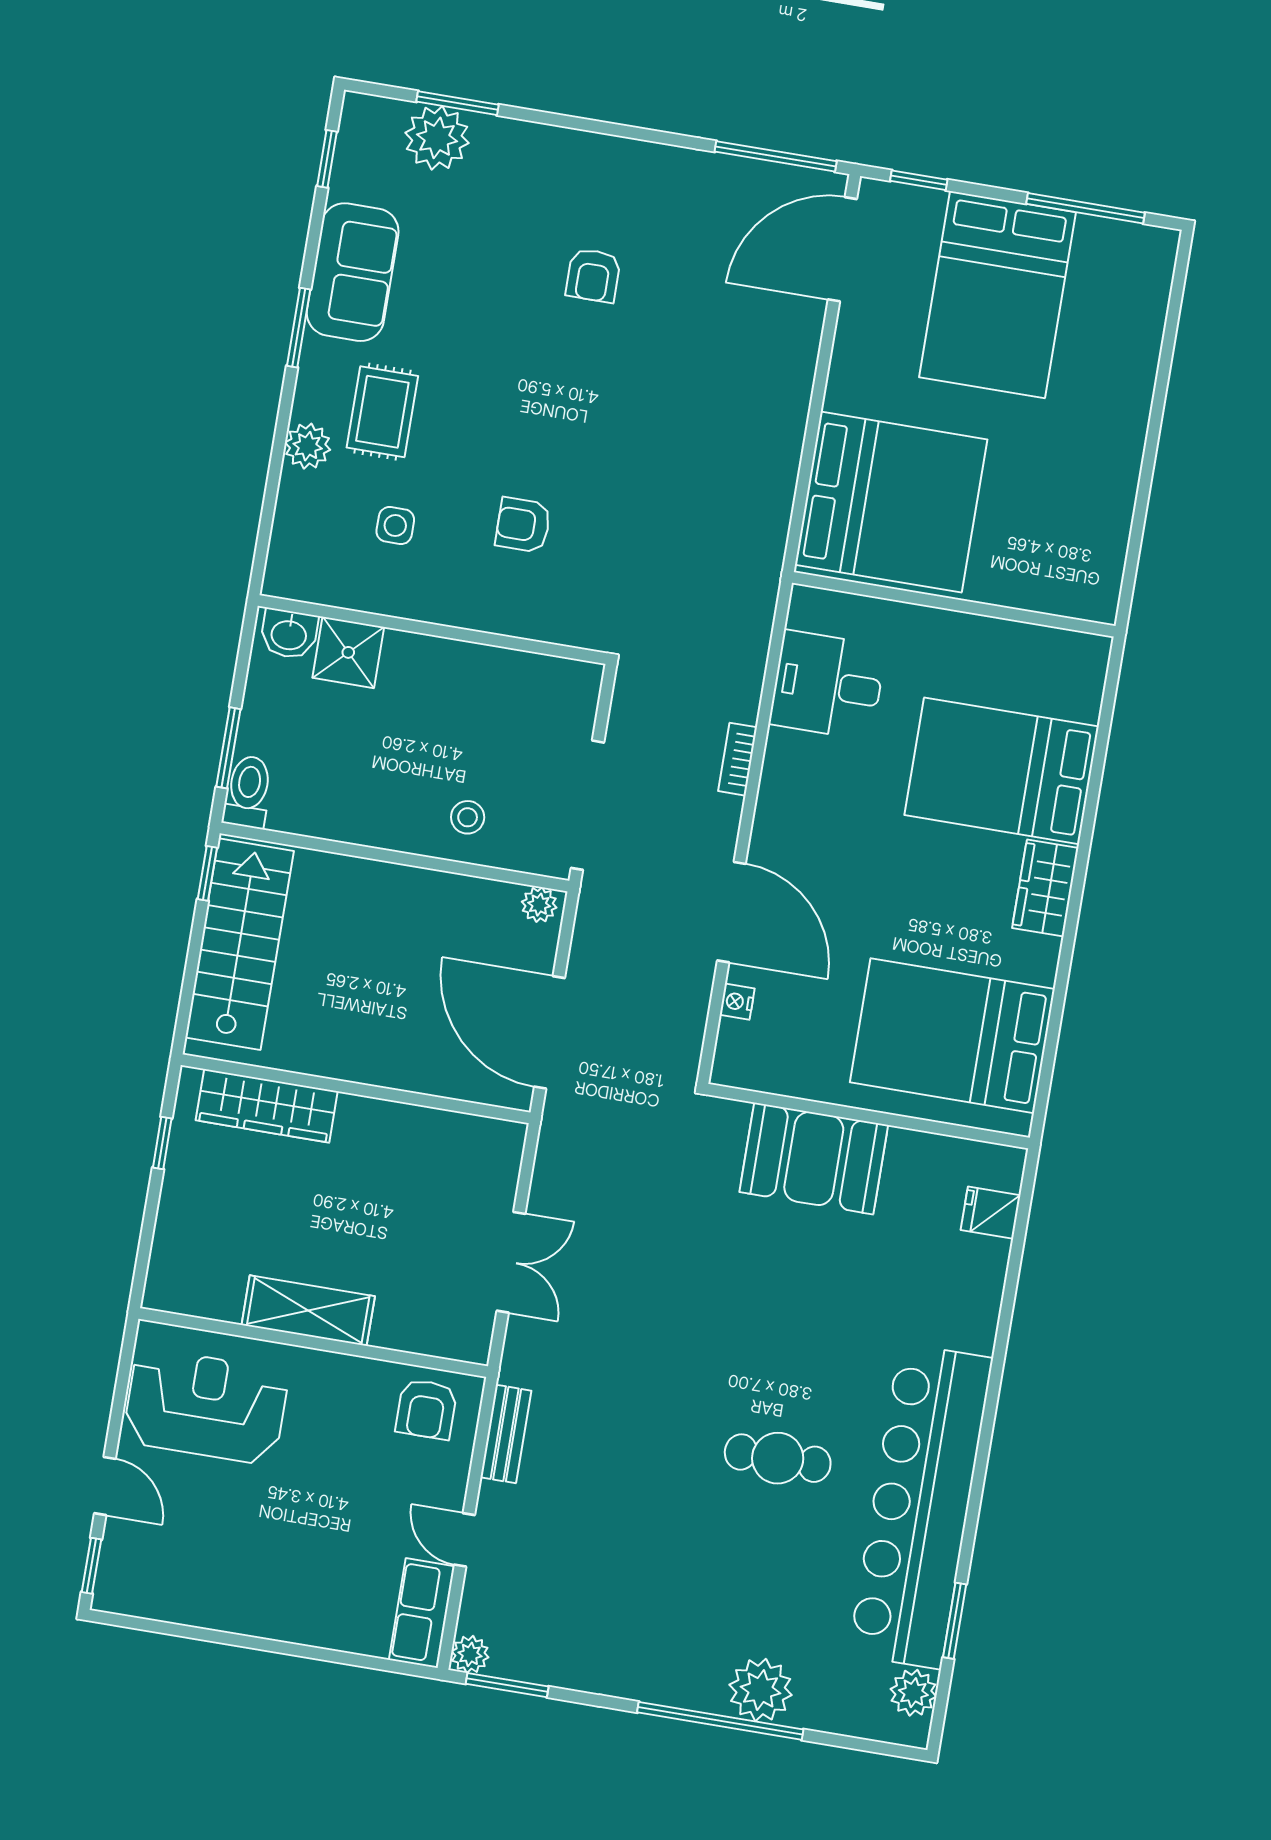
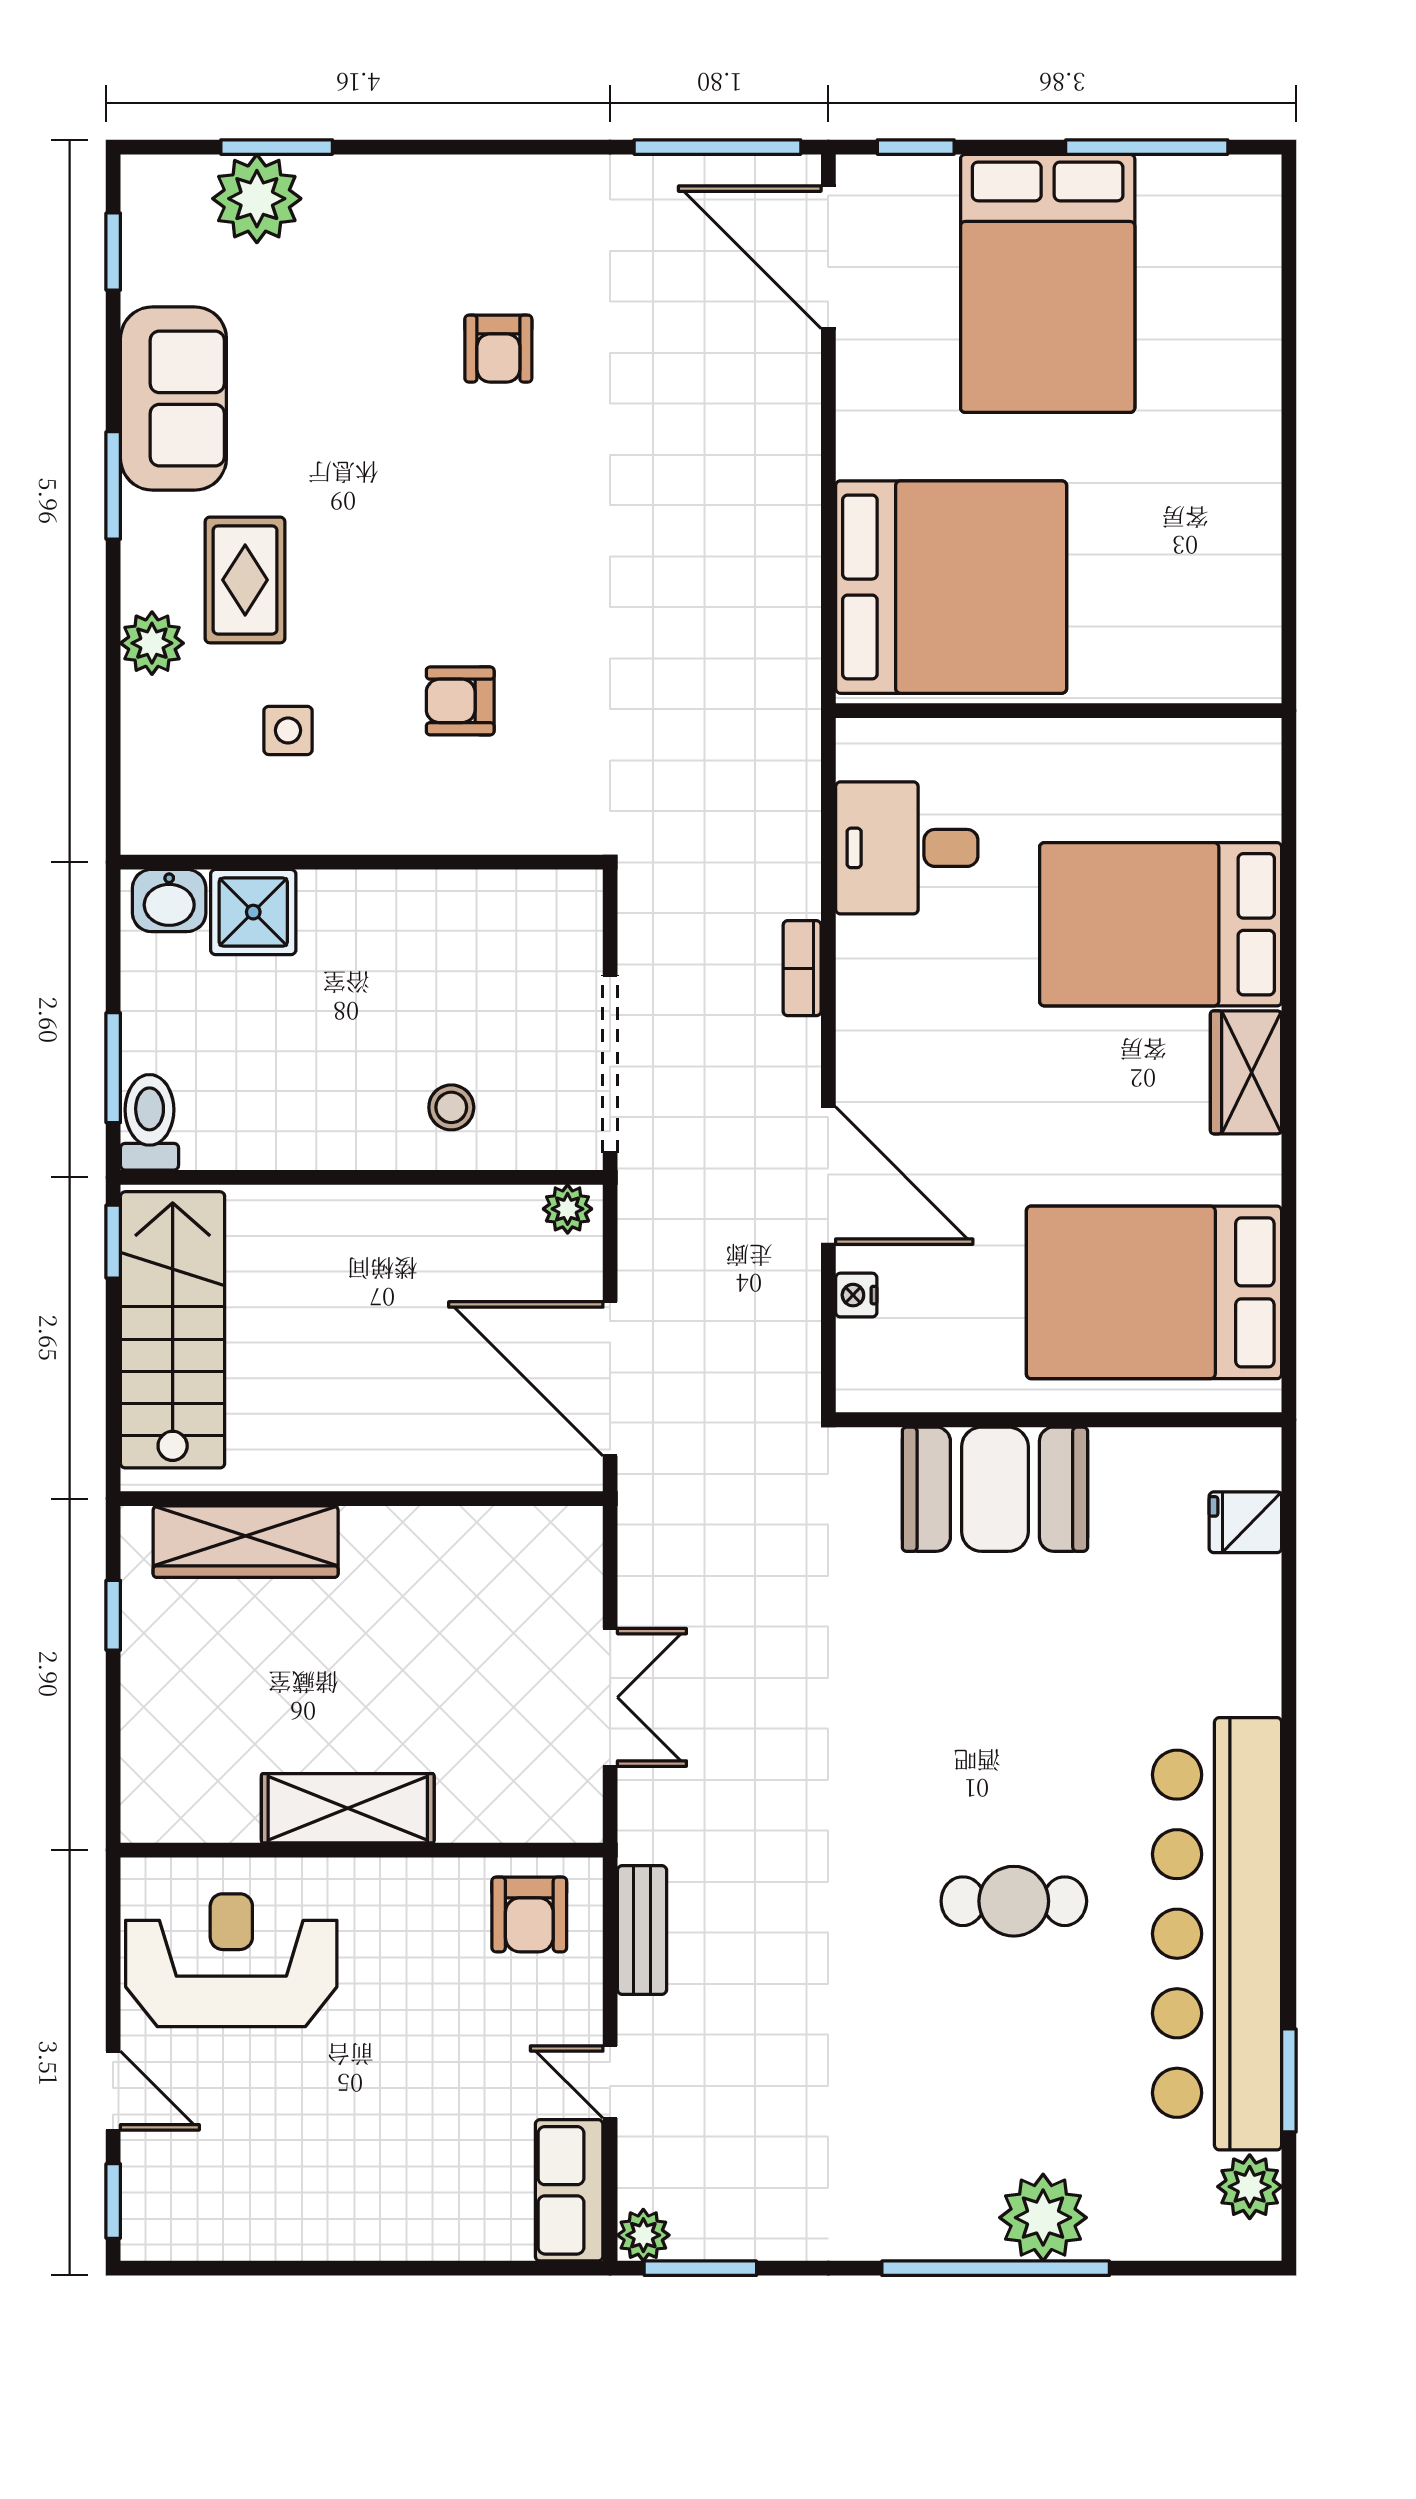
door: (842, 249) -> (828, 257), hinge flipped

